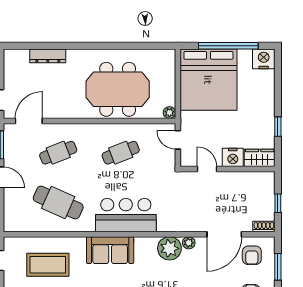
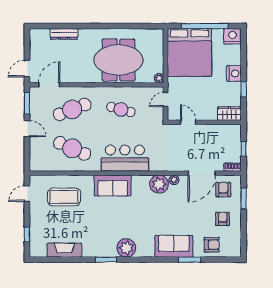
door: (178, 140) -> (166, 99), hinge flipped
cafe table: (58, 153) -> (72, 109), width x1.37, depth x1.35
cafe table: (121, 153) -> (121, 109), turned 36
nightstand: (233, 157) -> (234, 73), moved, turned -90
armchair: (252, 255) -> (223, 190), turned 180

